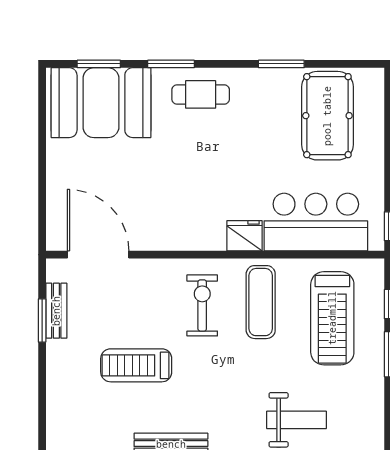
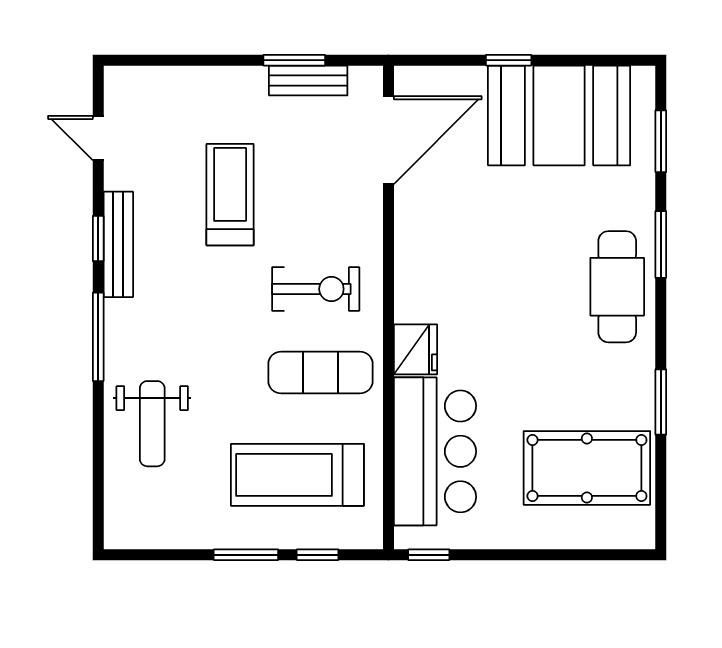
cafe table: (201, 94) -> (617, 287), width x1.37, depth x1.35
booth: (101, 103) -> (559, 115), moved, turned 90
window: (42, 170) -> (509, 60), added

